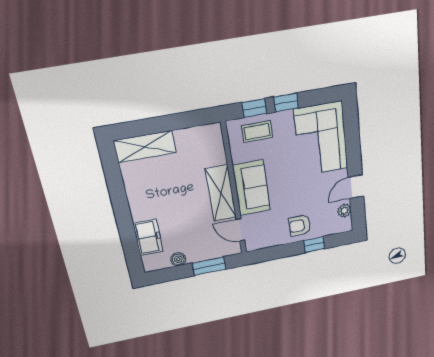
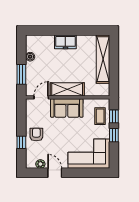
shelving: (145, 147) -> (103, 59), width x1.47
freezer: (148, 237) -> (65, 42), moved

